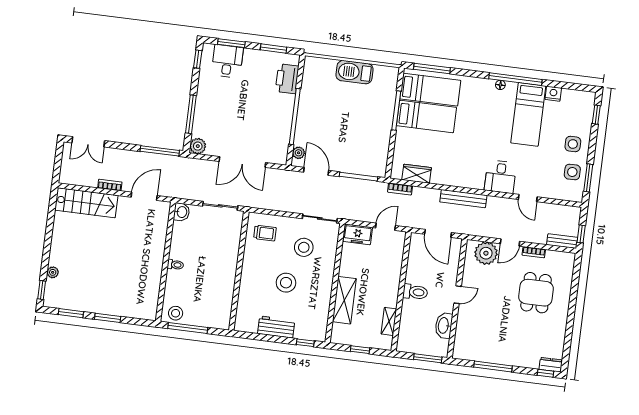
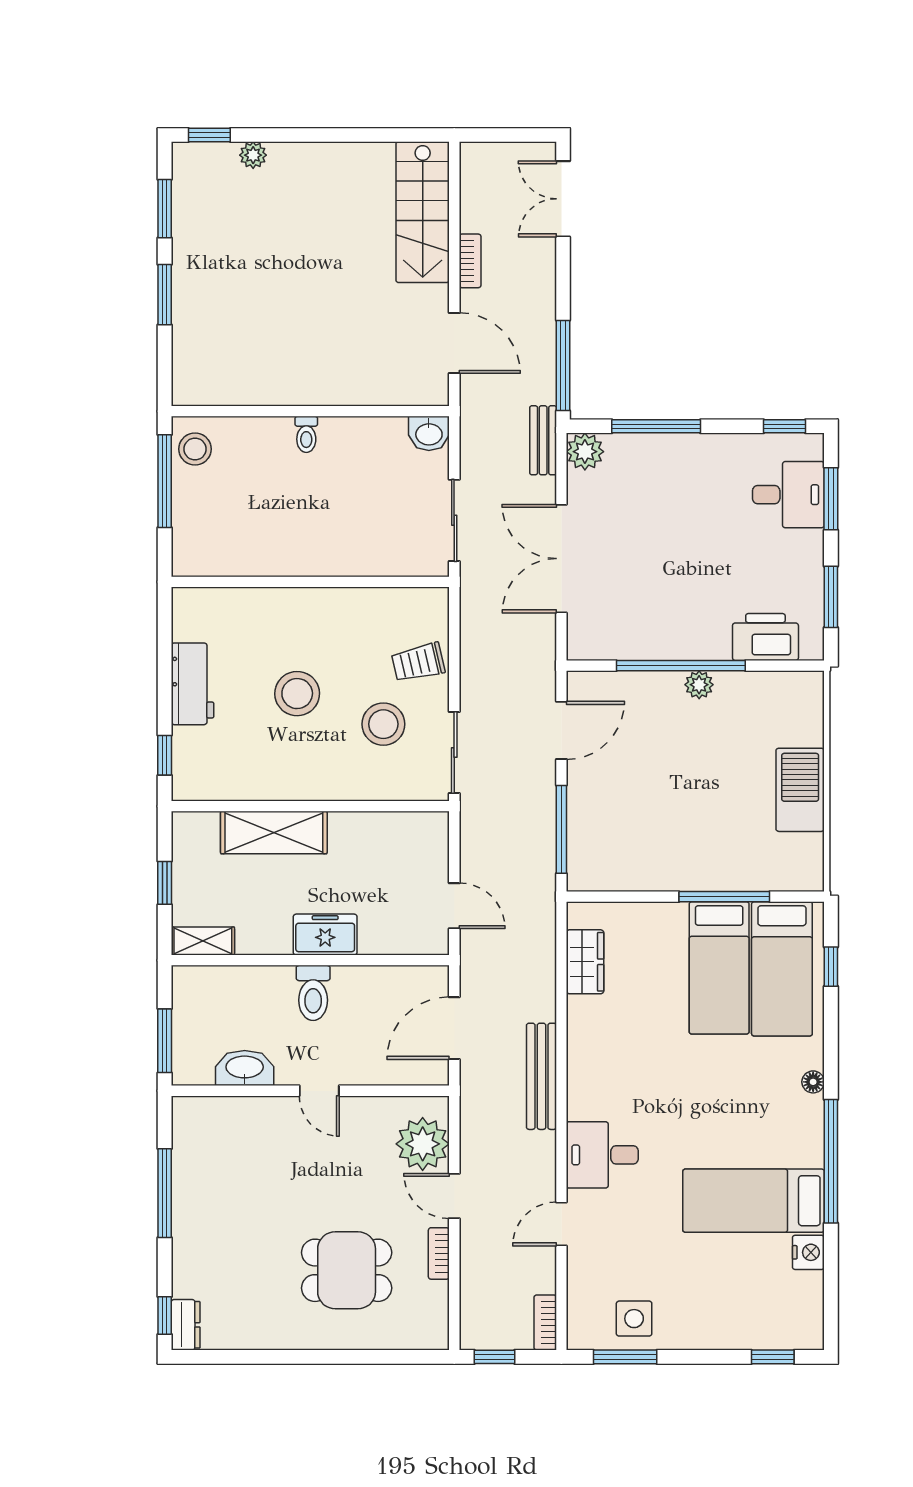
window: (432, 69) -> (831, 967), width x0.46
floor lamp: (500, 85) -> (813, 1082), moved
side table: (573, 144) -> (698, 1312), removed
plant: (299, 153) -> (699, 685), moved
bookcase: (400, 189) -> (545, 1322), moved
trolley: (265, 233) -> (418, 662), moved, turned 77
freezer: (358, 234) -> (325, 935), moved, turned 90
bench: (562, 241) -> (543, 440), moved
shelving: (389, 321) -> (203, 941), moved

